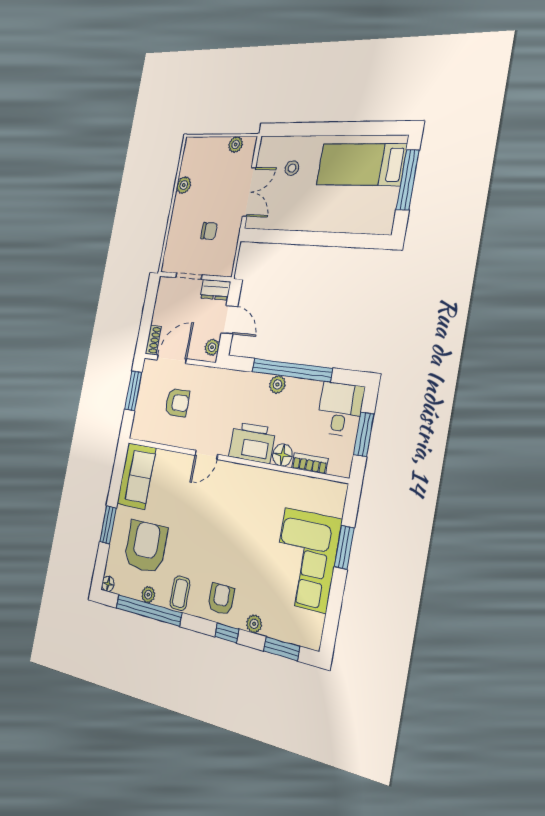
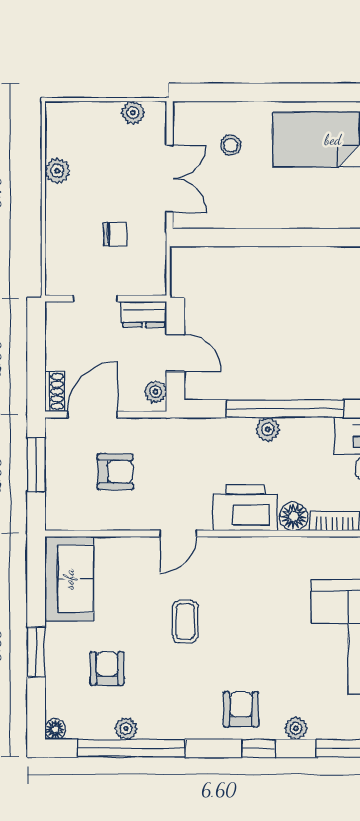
armchair: (146, 547) -> (107, 668), width x0.53, depth x0.53
coffee table: (180, 593) -> (185, 621), moved

